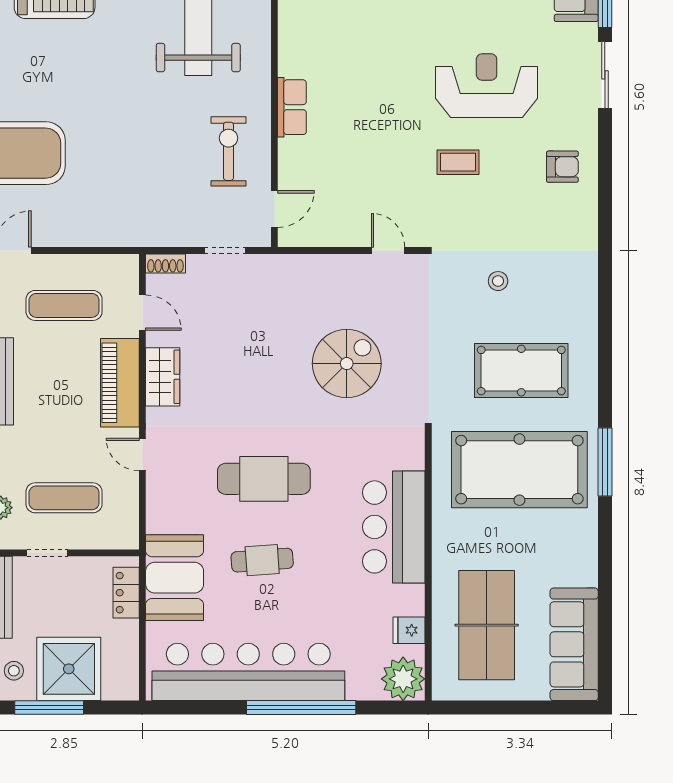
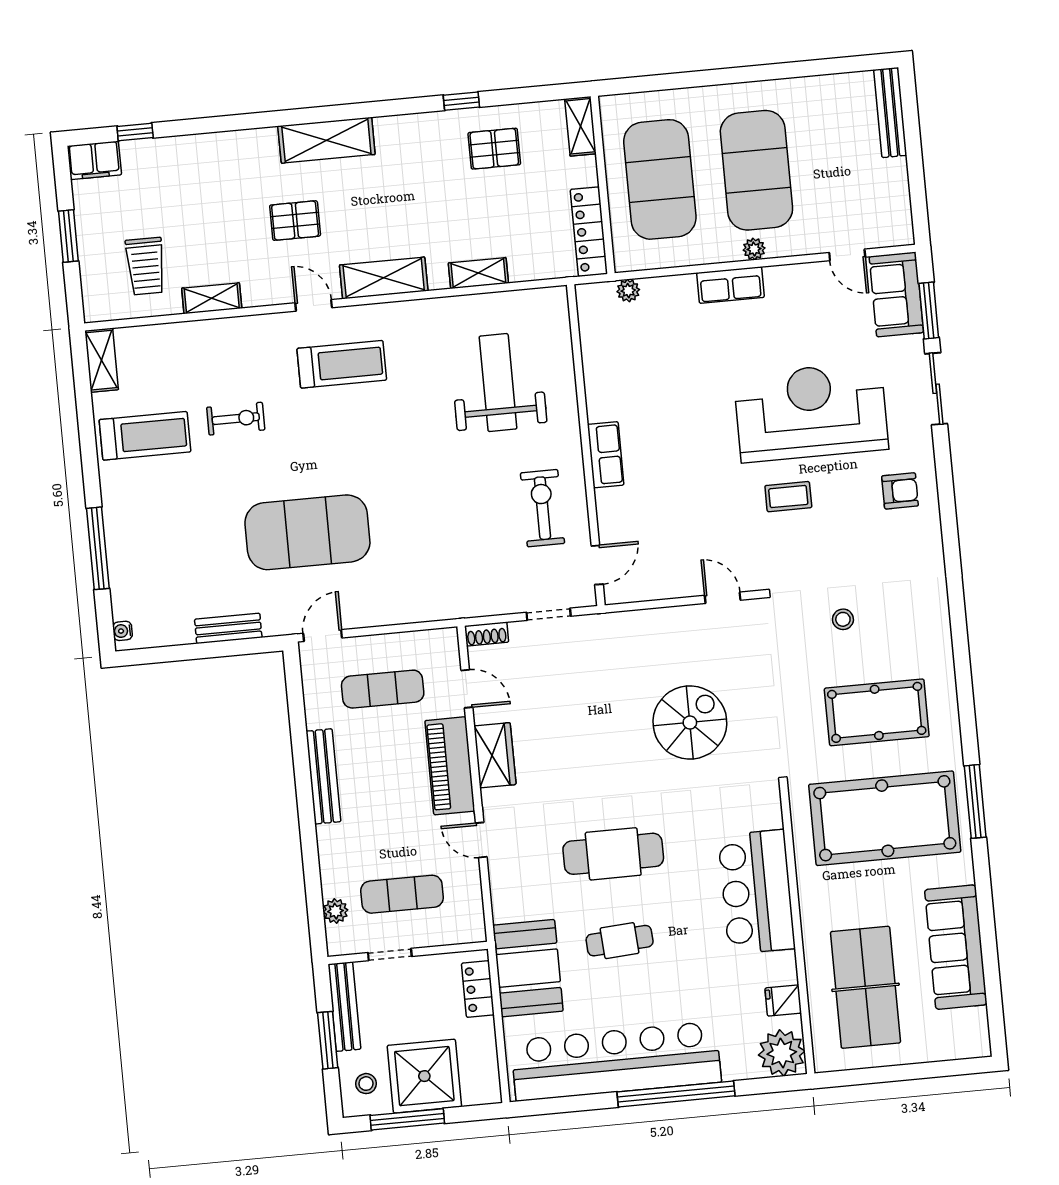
reception desk: (487, 86) -> (811, 412), width x1.36, depth x1.30
sofa: (574, 644) -> (956, 947), moved

